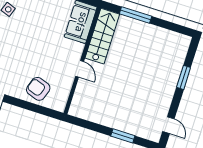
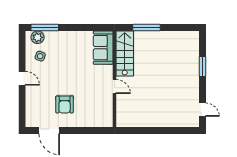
armchair: (38, 89) -> (65, 104), moved, turned -109
window: (123, 136) -> (168, 130), removed

